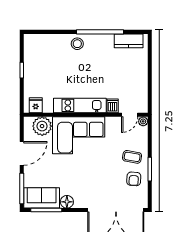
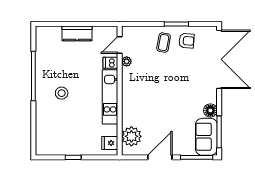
kitchen counter: (129, 41) -> (77, 33), moved, turned 90
stool: (77, 44) -> (62, 93), moved
door: (130, 115) -> (120, 45), swing flipped
plant: (143, 121) -> (127, 61), moved
corner sofa: (79, 135) -> (141, 98), removed
door: (22, 153) -> (160, 157), hinge flipped

